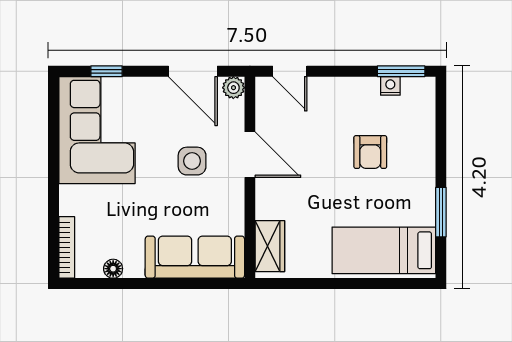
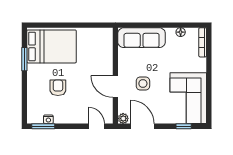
wardrobe: (270, 246) -> (106, 43), removed
bed: (384, 250) -> (51, 46), width x1.50

